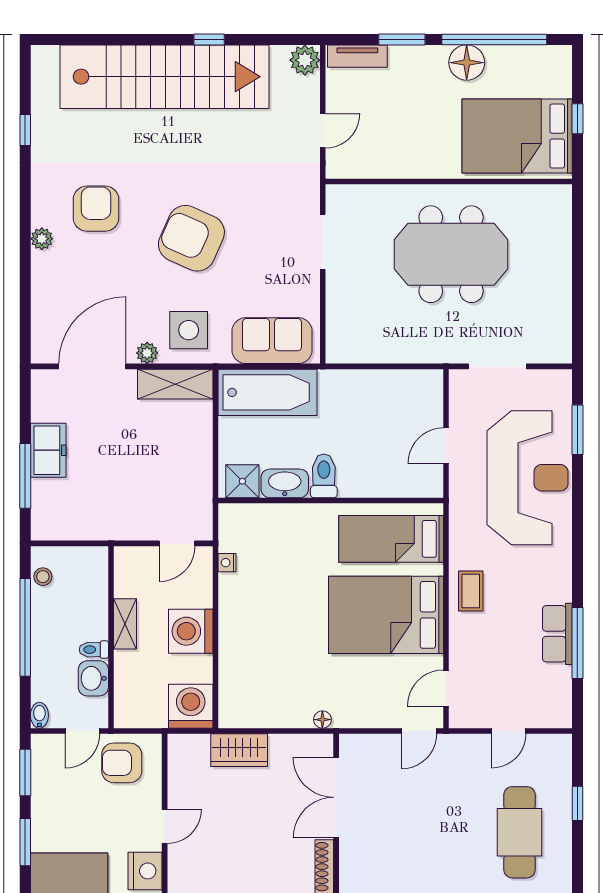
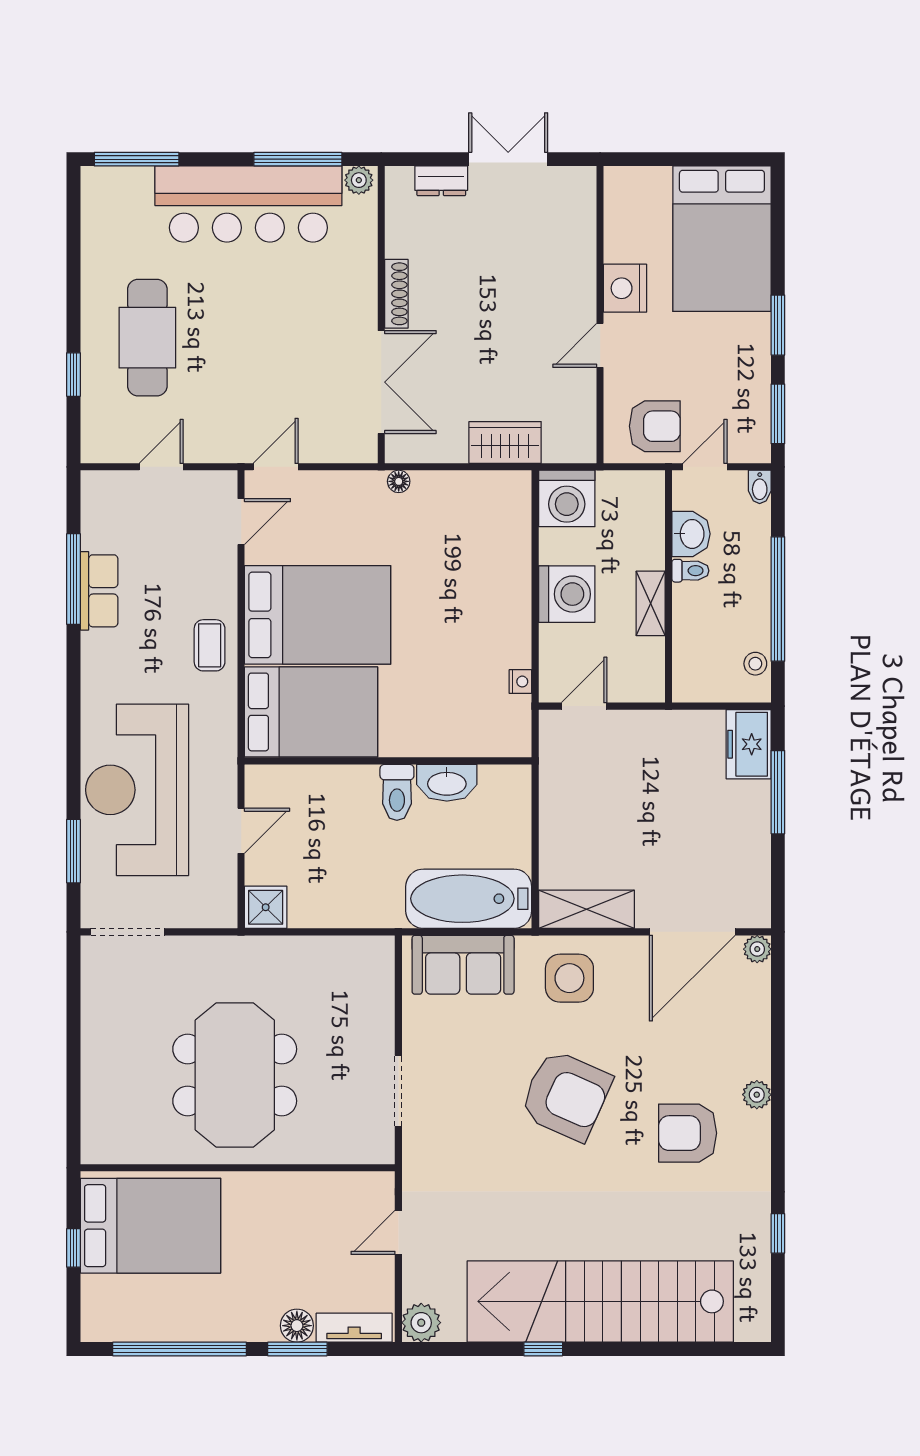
floor lamp: (467, 63) -> (297, 1326), moved, width x0.73, depth x0.73
armchair: (96, 209) -> (688, 1133), turned 90
meeting table: (451, 254) -> (235, 1075), turned 90
plant: (147, 353) -> (757, 949), moved
doorway: (497, 366) -> (128, 932), moved
freezer: (48, 450) -> (749, 744), moved
shower: (242, 481) -> (266, 907), moved
bed: (391, 539) -> (311, 712), width x1.50

